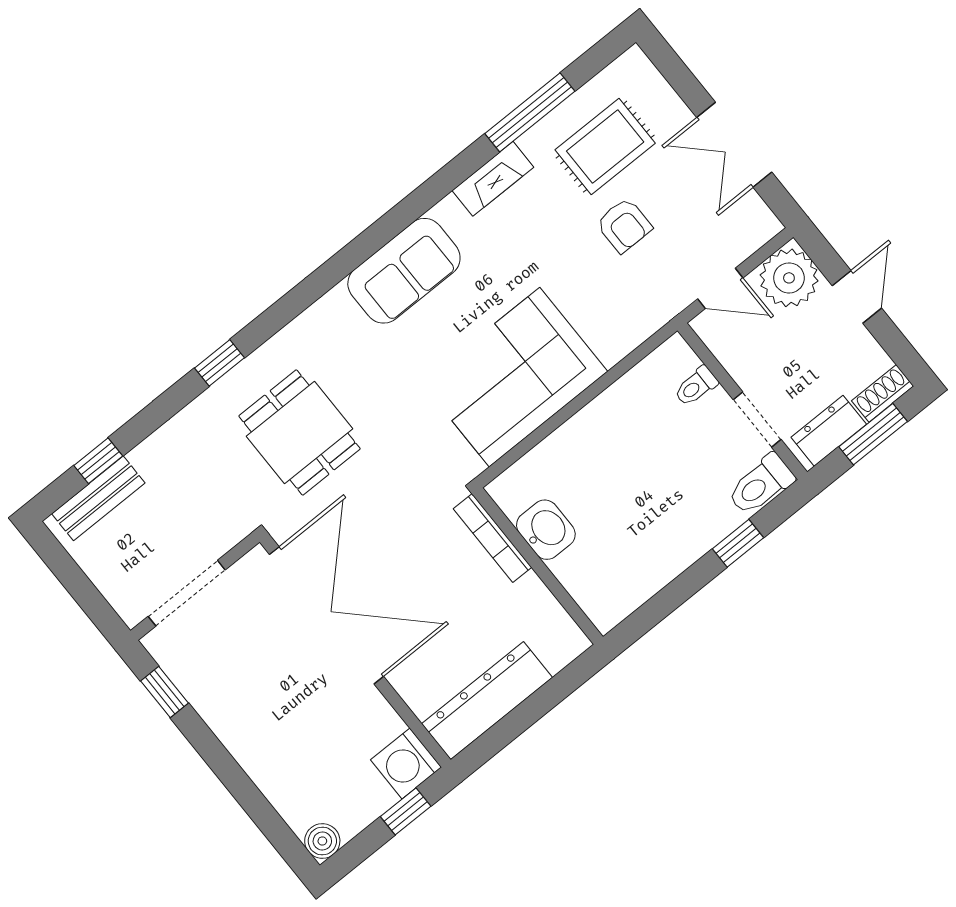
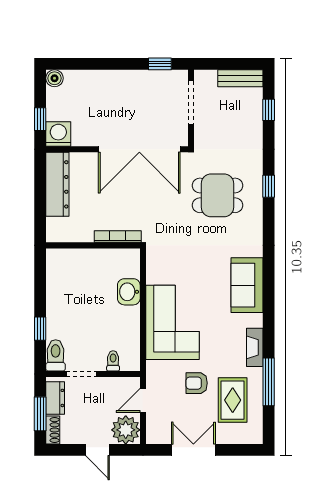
corner sofa: (515, 377) -> (172, 322), moved
bench: (98, 498) -> (240, 78), moved, turned 90
washbasin: (546, 530) -> (129, 292), moved, turned 90

